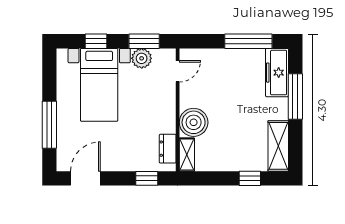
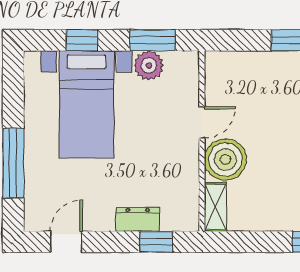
door: (178, 71) -> (202, 122), moved
dresser: (168, 149) -> (138, 219), moved, turned 90
door: (85, 178) -> (66, 242), width x0.73

